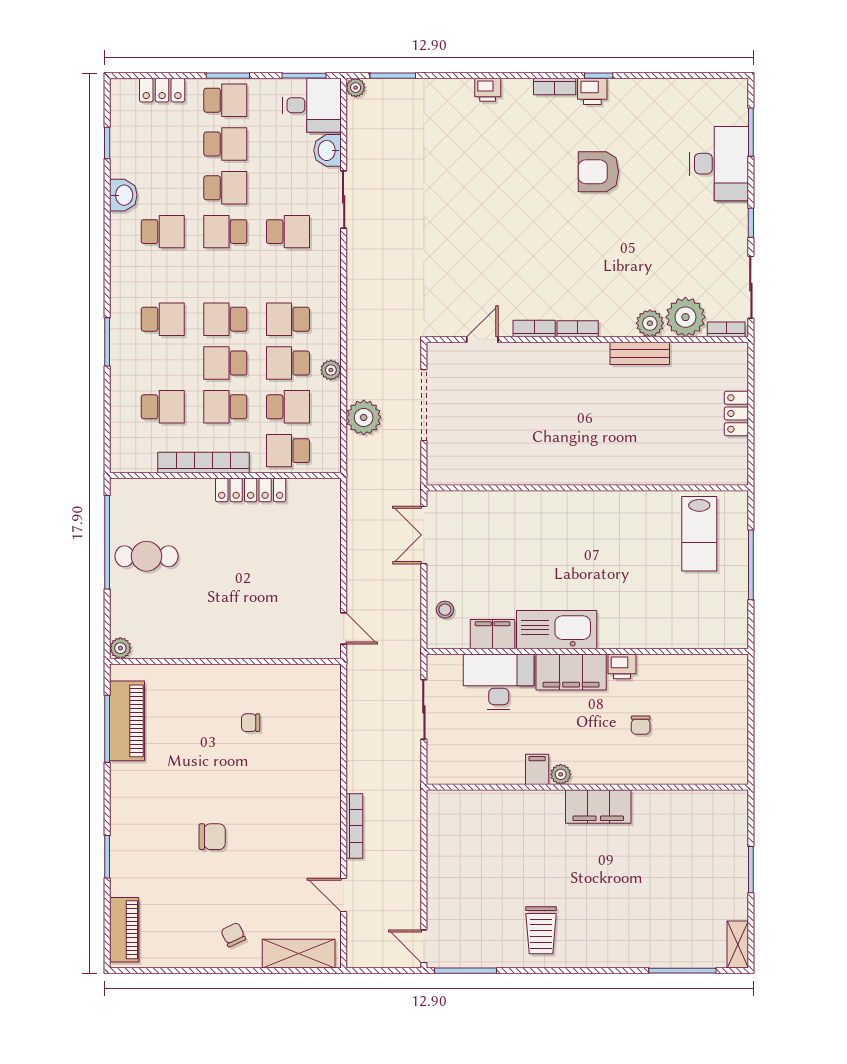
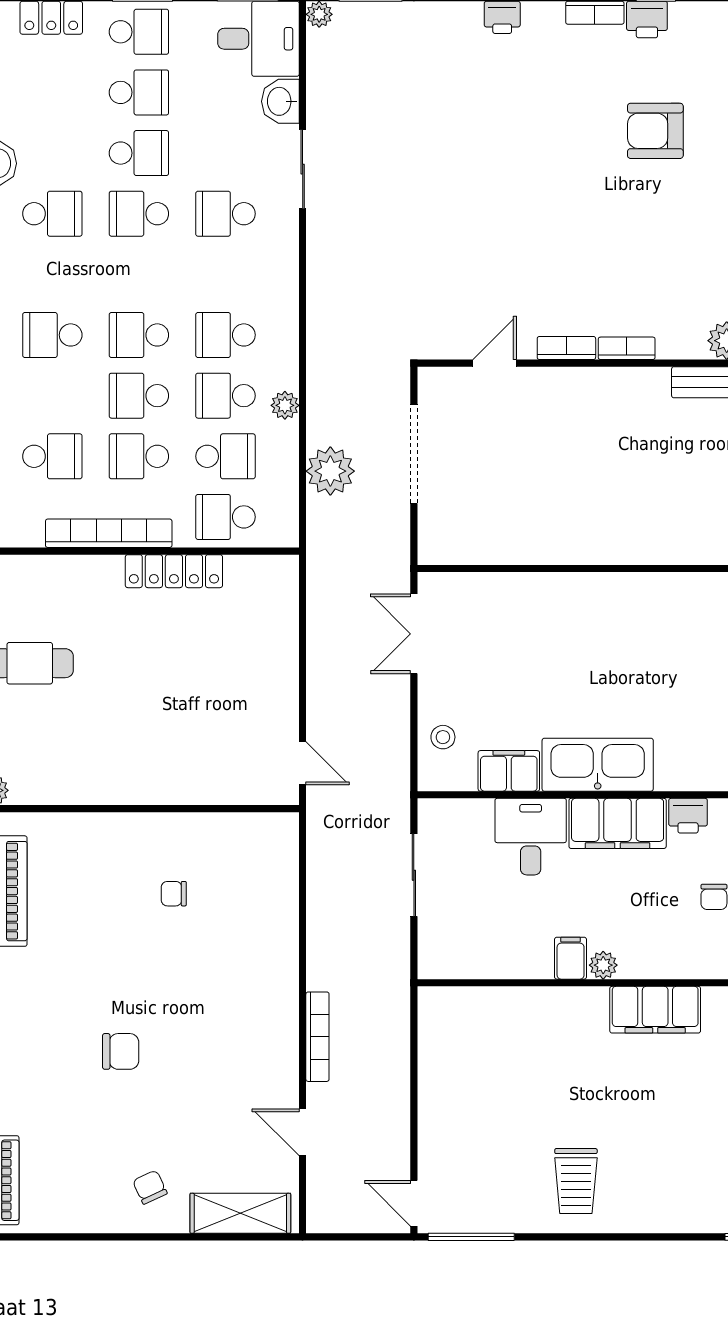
school desk: (288, 232) -> (225, 214), turned 180
school desk: (163, 319) -> (52, 335), turned 180
desk: (499, 682) -> (531, 837), width x0.73

